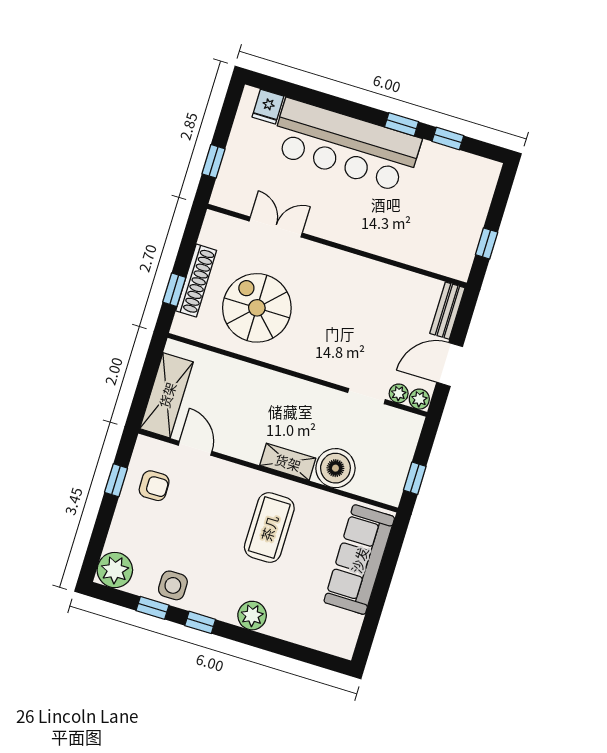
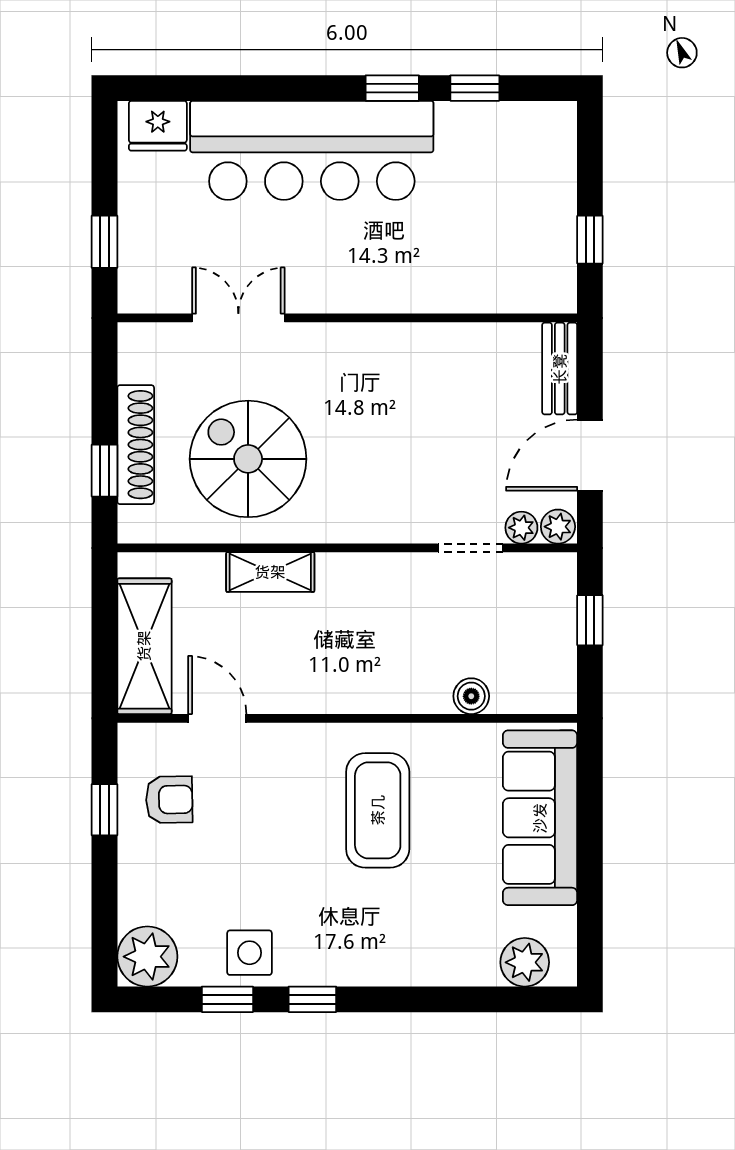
fridge: (268, 107) -> (158, 126), width x1.38
shelving: (288, 462) -> (270, 572), moved
boiler: (335, 468) -> (471, 696), width x0.54, depth x0.54
window: (415, 478) -> (590, 620), moved
plant: (252, 616) -> (525, 962), moved

